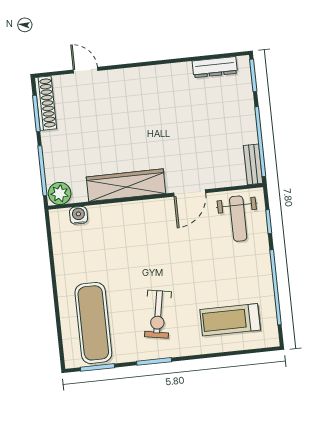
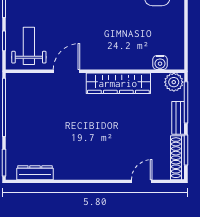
door: (86, 70) -> (142, 181), swing flipped
bench: (253, 164) -> (178, 118), moved

